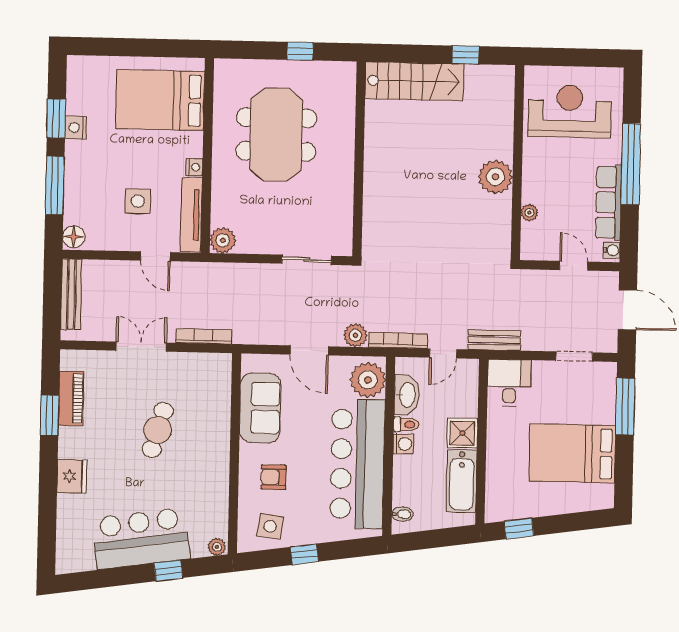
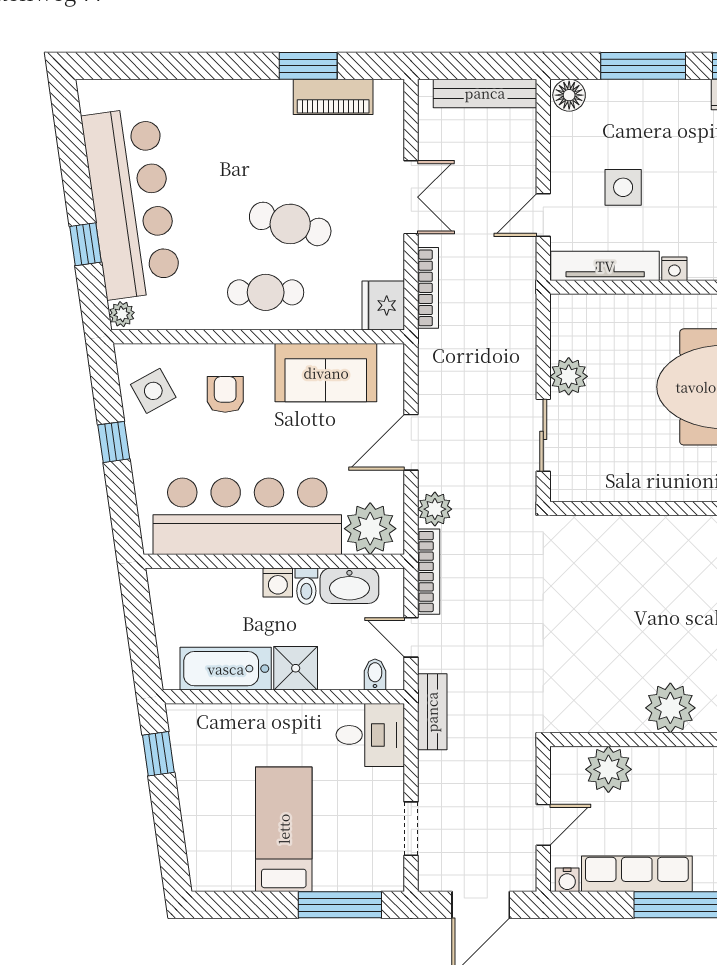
plant: (529, 213) -> (608, 769), width x1.88, depth x1.88
plant: (223, 240) -> (569, 376), moved
cafe table: (204, 448) -> (266, 292), added
bed: (572, 453) -> (284, 829), width x0.67
fridge: (72, 476) -> (383, 305), moved, turned 90
bidet: (402, 514) -> (375, 674), moved, turned 180
side table: (270, 526) -> (153, 391), turned -37
bar counter: (141, 539) -> (131, 203), width x1.36

